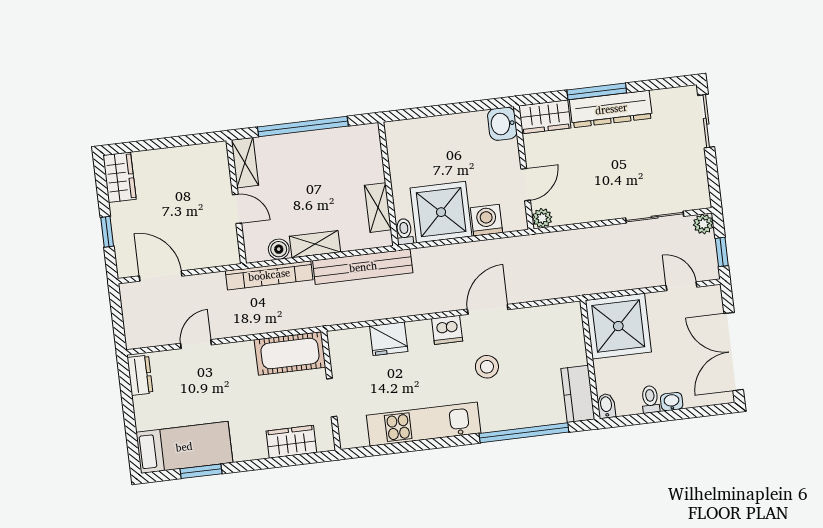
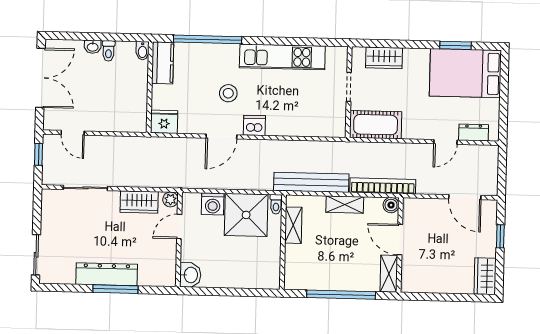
wardrobe: (545, 117) -> (139, 202), moved, turned 180
door: (237, 209) -> (400, 240), width x1.38
plant: (703, 224) -> (49, 177), removed
boiler: (279, 249) -> (391, 205), moved
shower: (618, 326) -> (125, 110), removed
fridge: (389, 339) -> (164, 122), moved
dresser: (140, 375) -> (474, 133), moved, turned 90
bed: (184, 447) -> (465, 73), width x1.50

